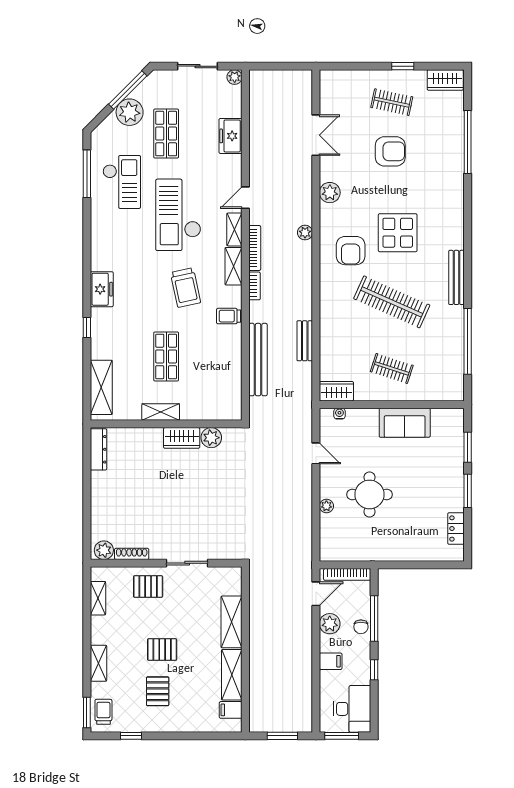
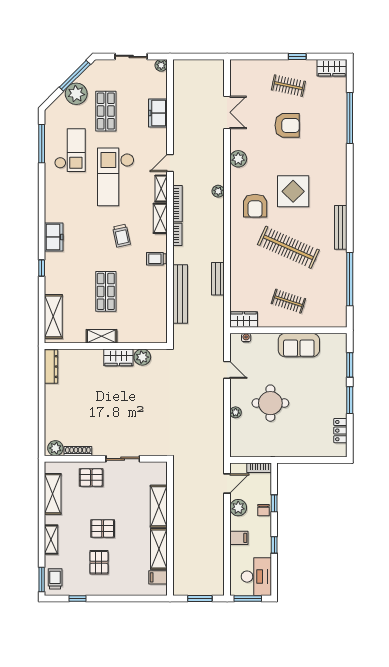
trolley: (186, 288) -> (122, 236), width x0.73, depth x0.72
bookcase: (347, 574) -> (259, 468), width x0.64
shelving: (98, 598) -> (53, 494), width x1.50, depth x1.33
window: (374, 618) -> (274, 503), width x0.46

